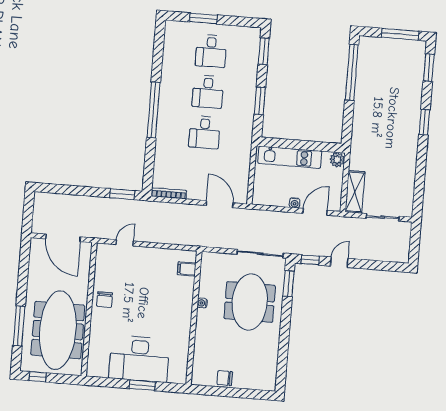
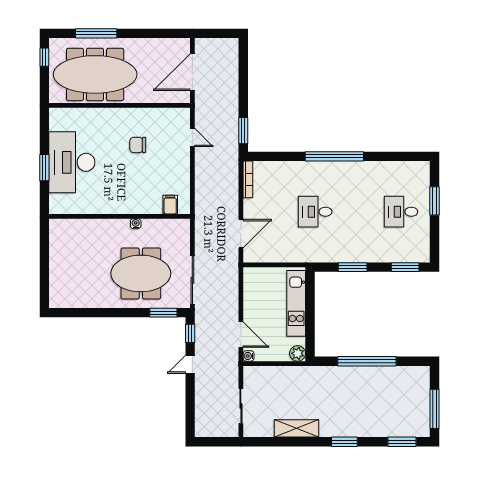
window: (352, 72) -> (367, 361), moved
desk: (208, 92) -> (358, 212), removed
shelving: (355, 192) -> (296, 428), moved
water cooler: (295, 203) -> (249, 356), moved
door: (339, 262) -> (190, 364), swing flipped
chair: (105, 300) -> (138, 145), moved
chair: (225, 378) -> (59, 254), removed

